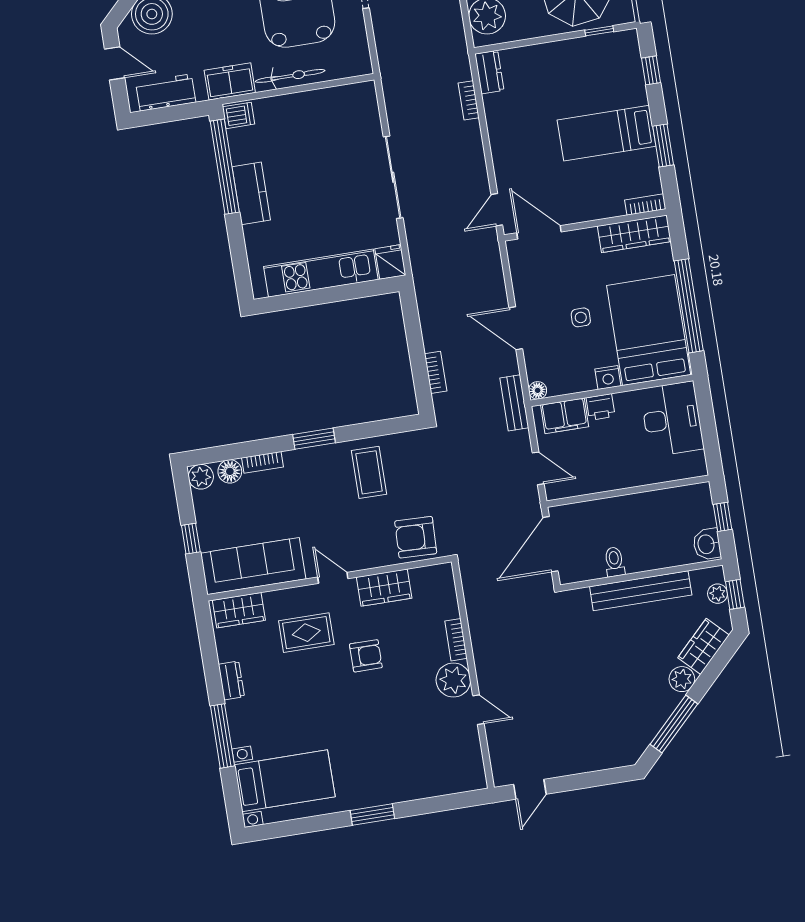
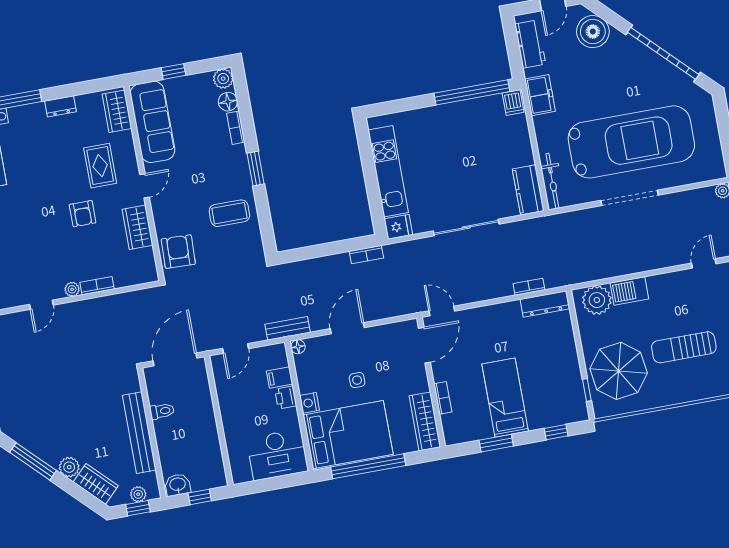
dresser: (489, 72) -> (545, 304), width x1.44
bicycle: (290, 76) -> (552, 181), moved
kitchen counter: (251, 193) -> (528, 190), moved, turned 90
bookcase: (645, 204) -> (443, 398), moved
bookcase: (436, 372) -> (366, 255), moved
filing cabinet: (565, 416) -> (280, 377), width x0.50
door: (550, 544) -> (175, 359), hinge flipped
plant: (453, 680) -> (72, 289), width x0.53, depth x0.53

